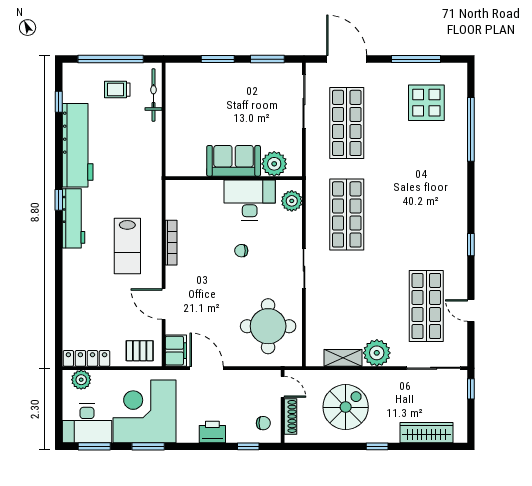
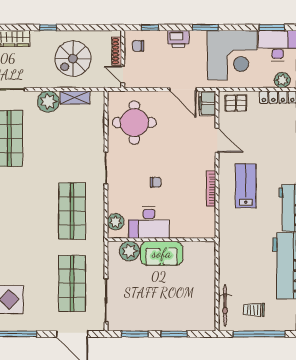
trolley: (117, 90) -> (254, 310), turned 180
window: (148, 446) -> (205, 27), moved

